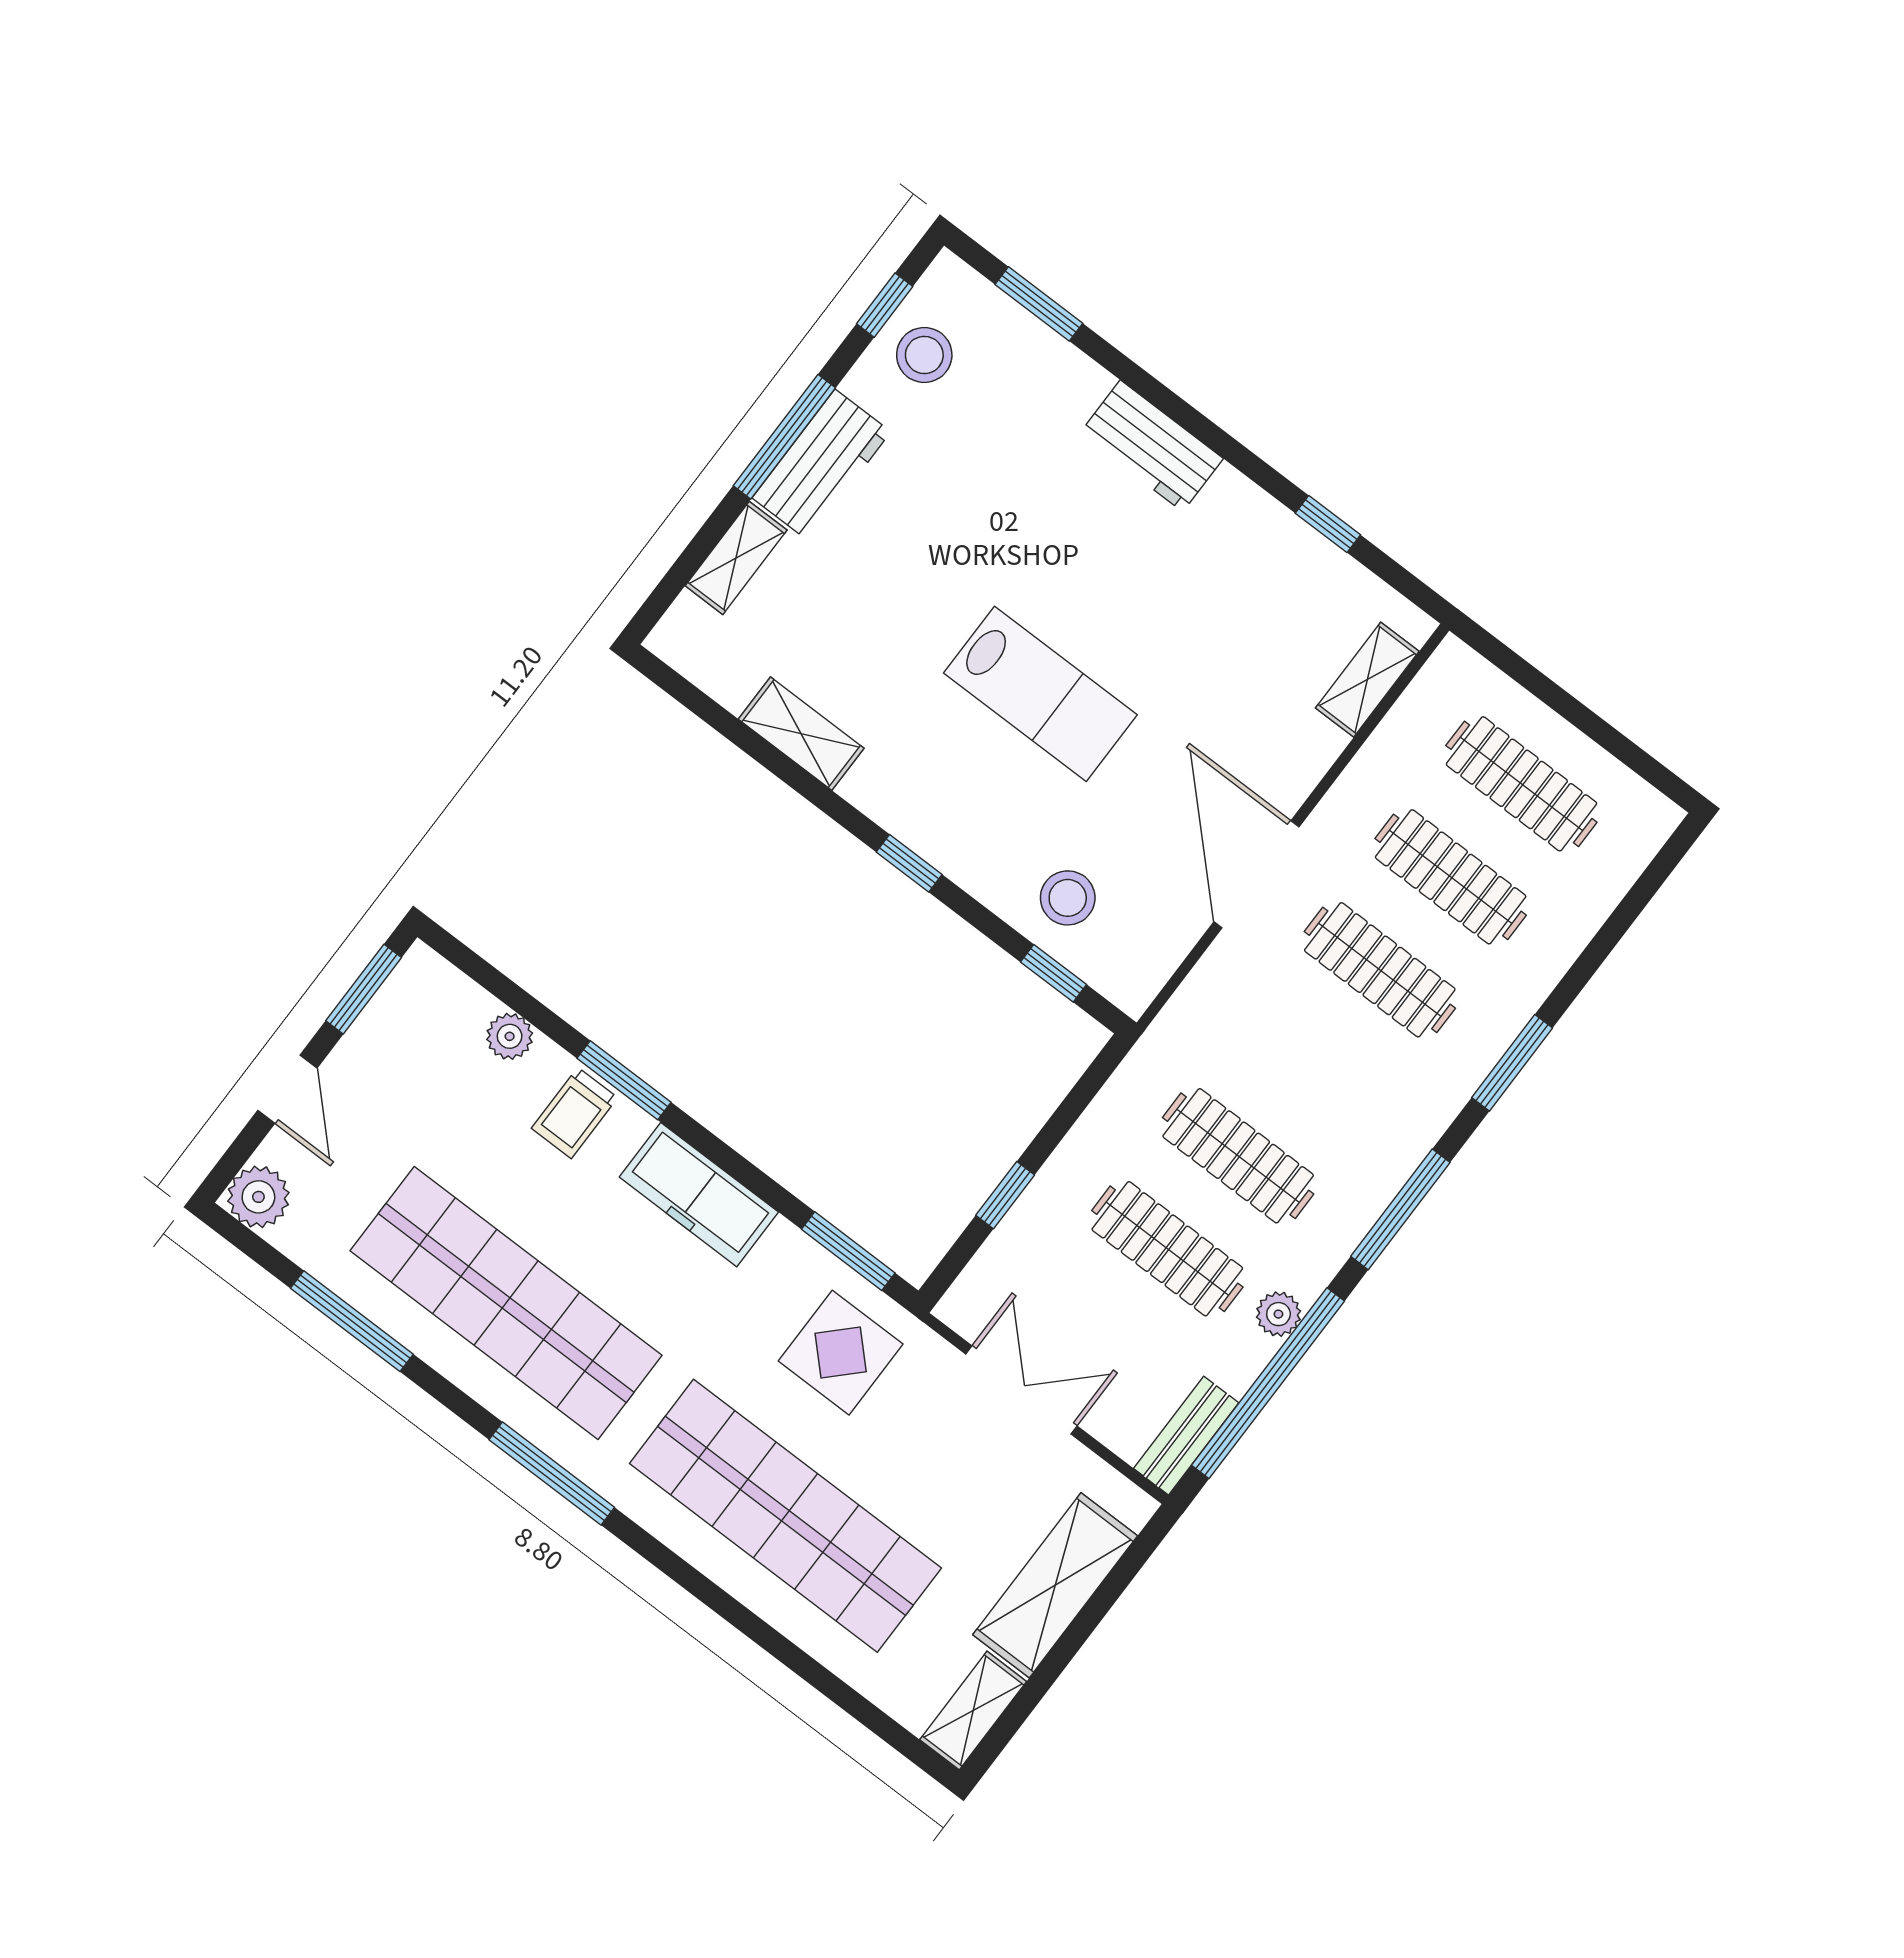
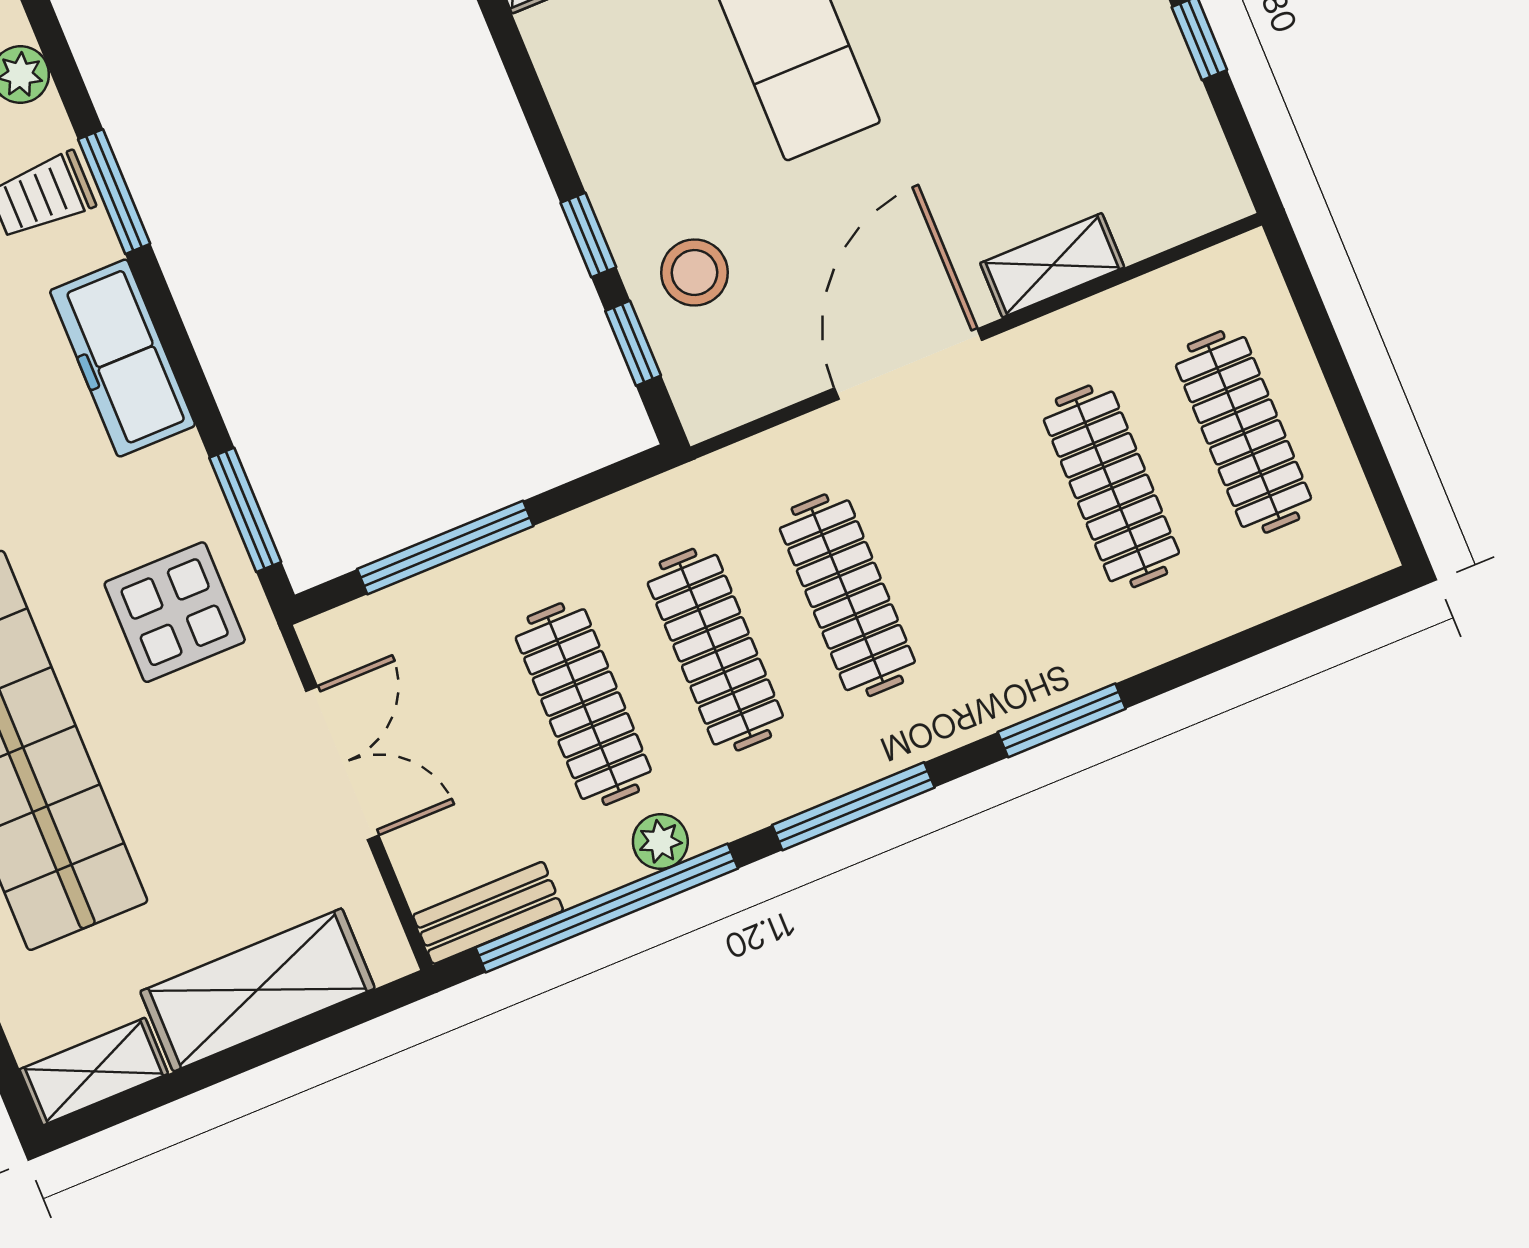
shelving: (1367, 680) -> (1052, 265), moved
window: (909, 863) -> (588, 235), moved
clothes rail: (1380, 970) -> (847, 595), moved
window: (1005, 1195) -> (445, 547), width x2.17

